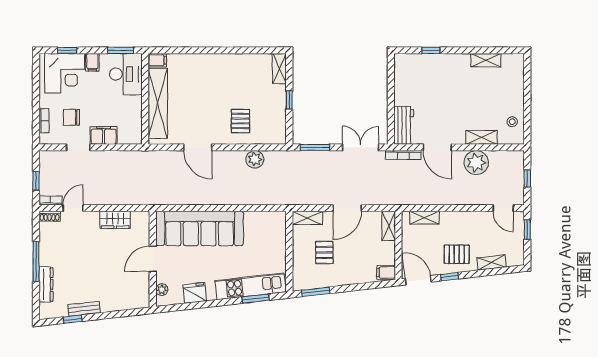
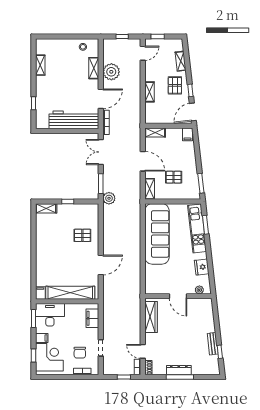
workbench: (404, 125) -> (74, 120), width x1.88, depth x1.32
filing cabinet: (104, 135) -> (92, 318), moved
plant: (255, 159) -> (109, 198), moved
shelving: (425, 218) -> (149, 92), moved
wardrobe: (115, 220) -> (151, 317), width x1.50
sofa: (200, 229) -> (157, 234), moved
dresser: (46, 285) -> (179, 370), moved

